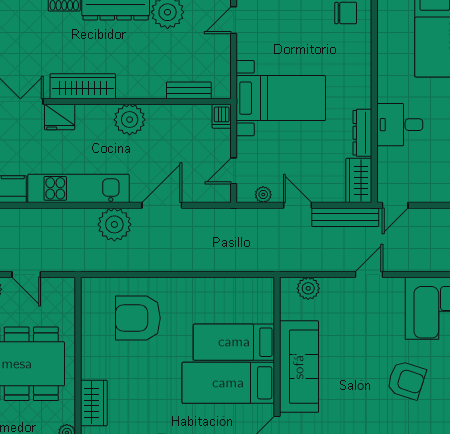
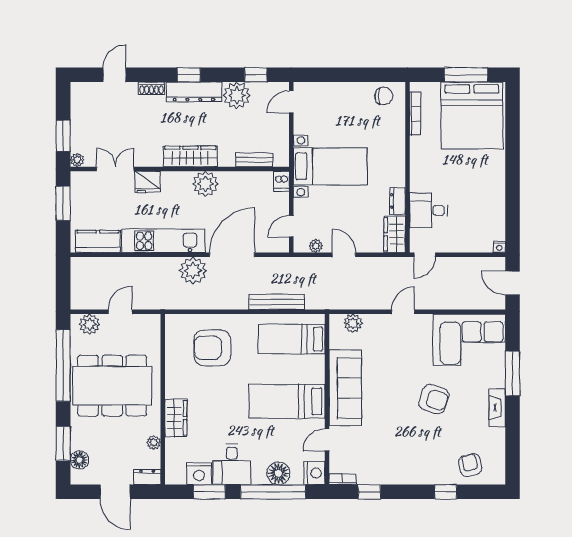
bookcase: (384, 34) -> (415, 114), added
wardrobe: (83, 86) -> (190, 156), moved
desk: (400, 125) -> (428, 210), moved
dresser: (362, 133) -> (398, 201), width x0.70
door: (162, 205) -> (232, 255), width x1.36
bench: (345, 217) -> (277, 302), moved
door: (26, 274) -> (120, 312), swing flipped
bed: (234, 342) -> (292, 339), moved

